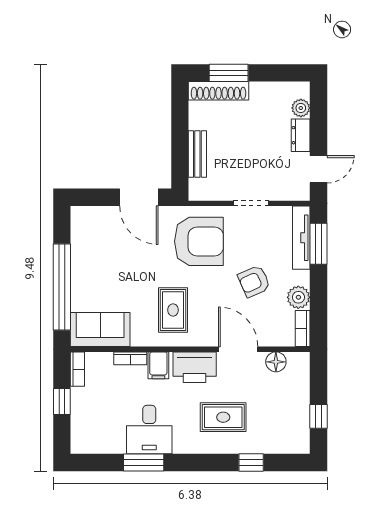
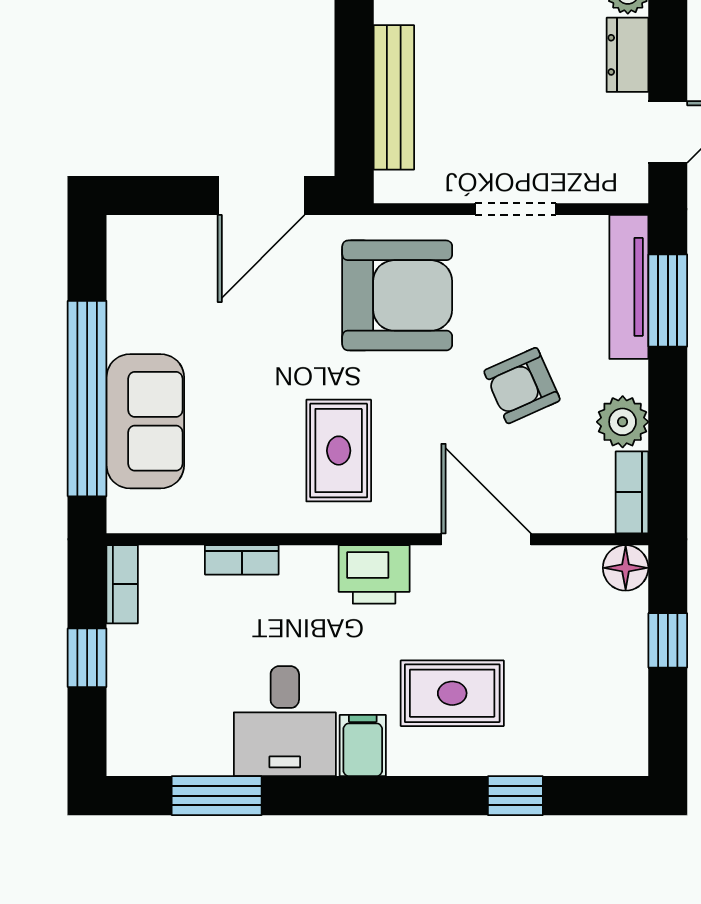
bench: (197, 154) -> (394, 97), width x1.36
door: (139, 197) -> (261, 195), hinge flipped
sofa: (100, 329) -> (145, 421), moved, turned 90
floor lamp: (276, 362) -> (626, 568), moved
filing cabinet: (158, 365) -> (363, 745), moved, turned 180
printer: (195, 367) -> (374, 574), width x0.73, depth x0.84
window: (318, 416) -> (668, 640), moved
window: (144, 462) -> (217, 796), moved

